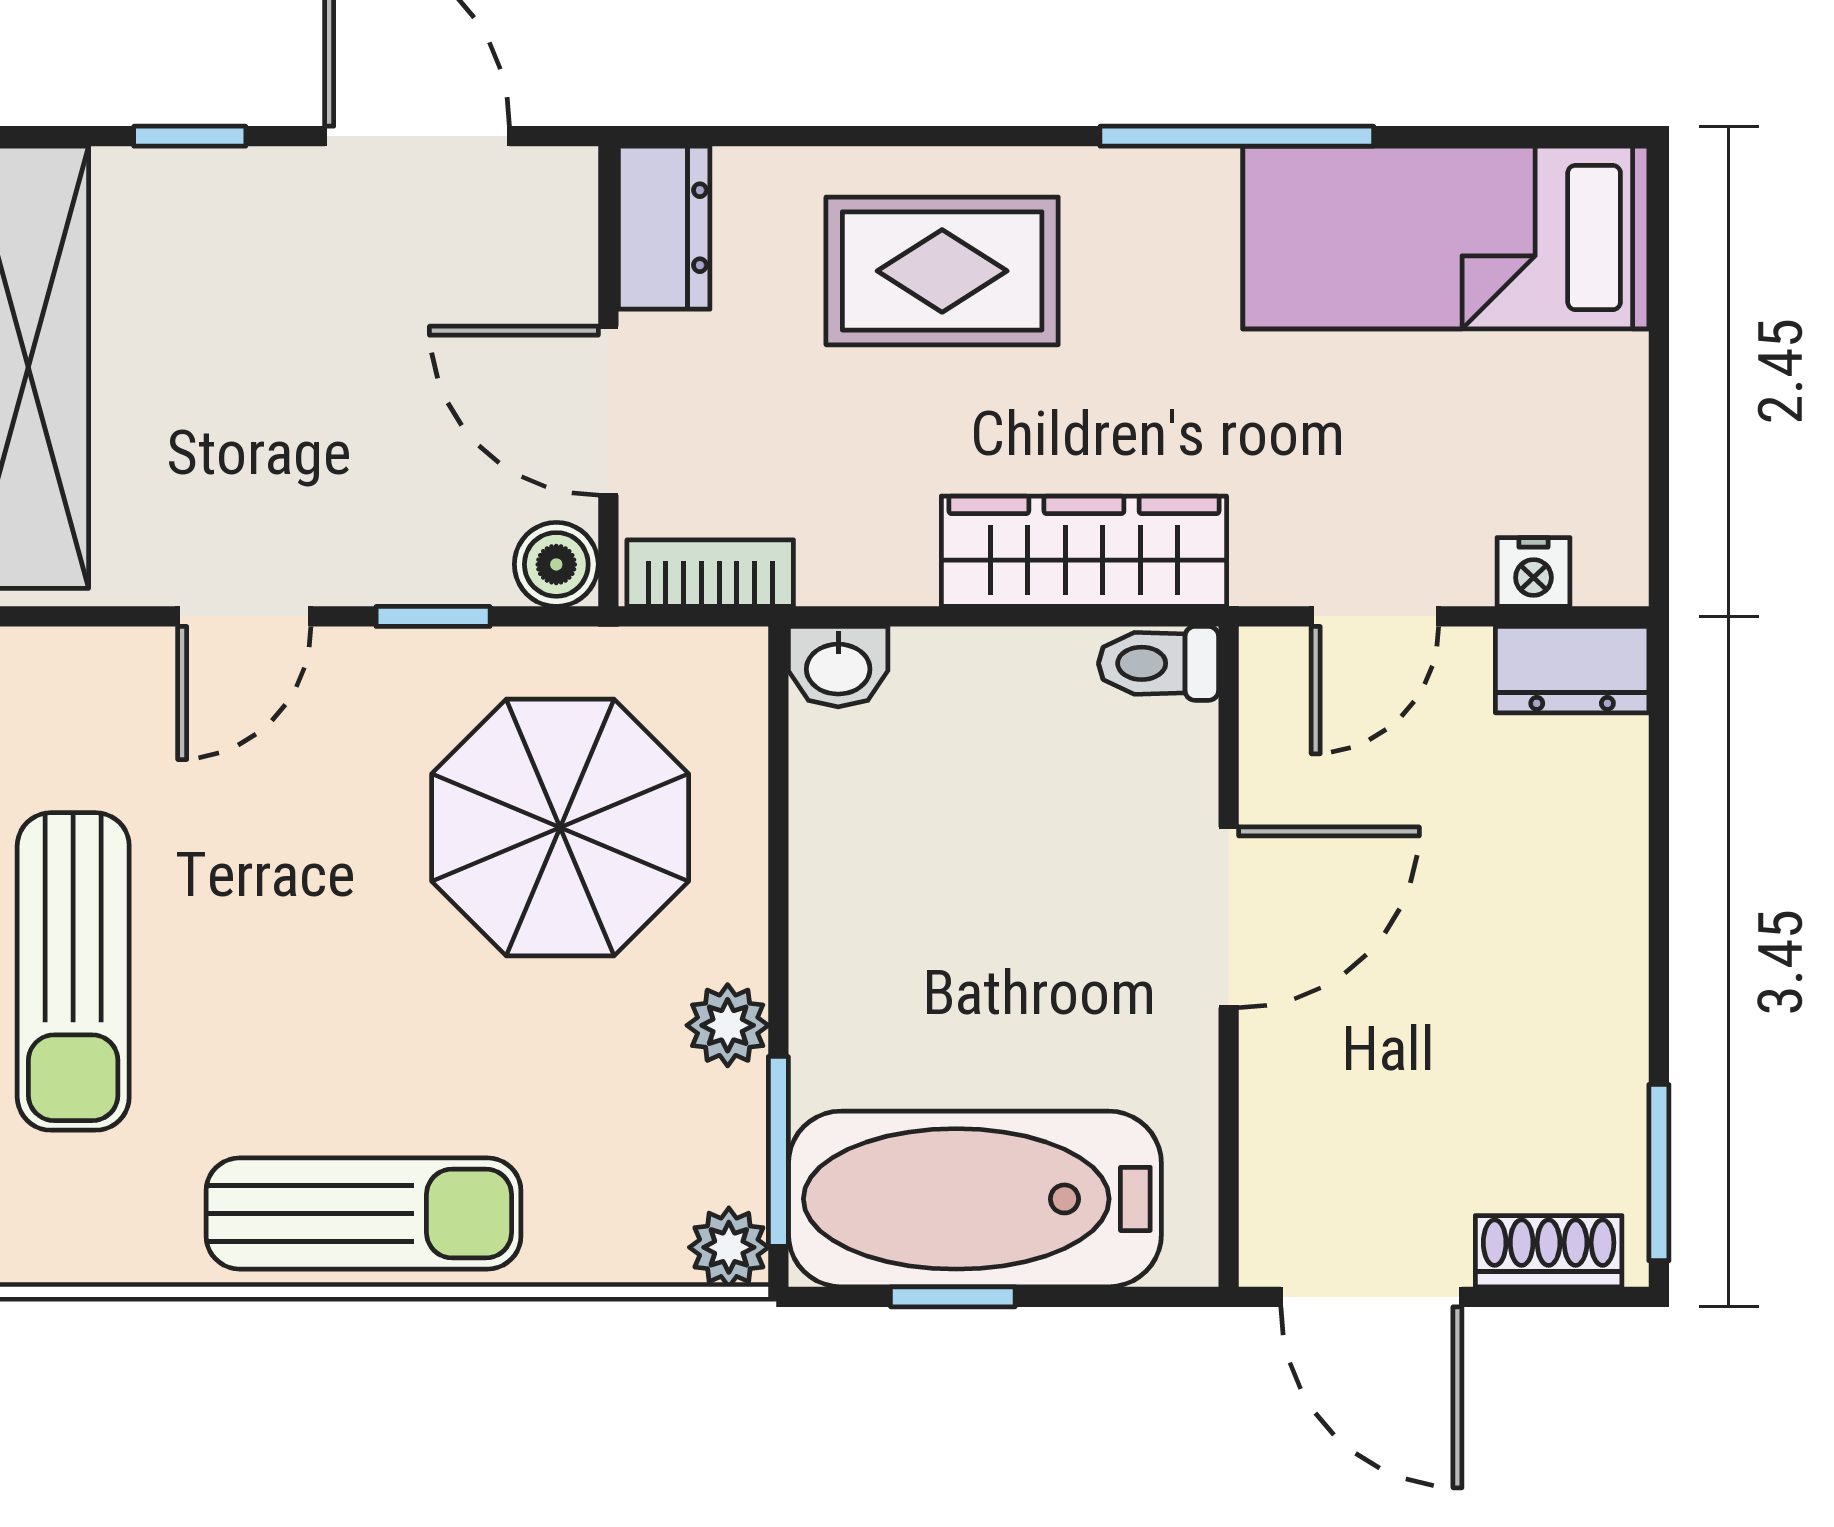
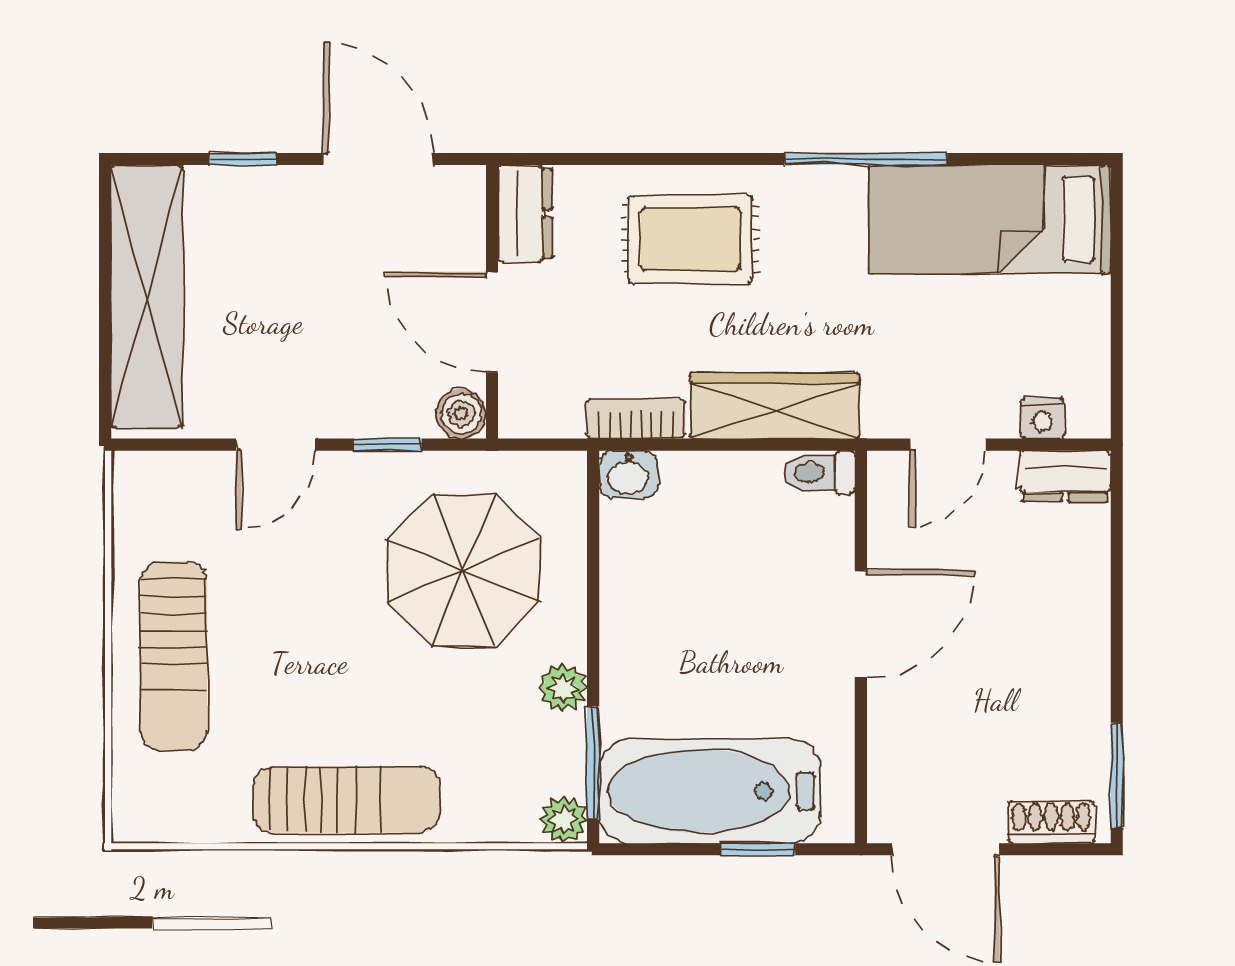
bookcase: (710, 573) -> (636, 419), moved
window: (953, 1297) -> (758, 849), moved

